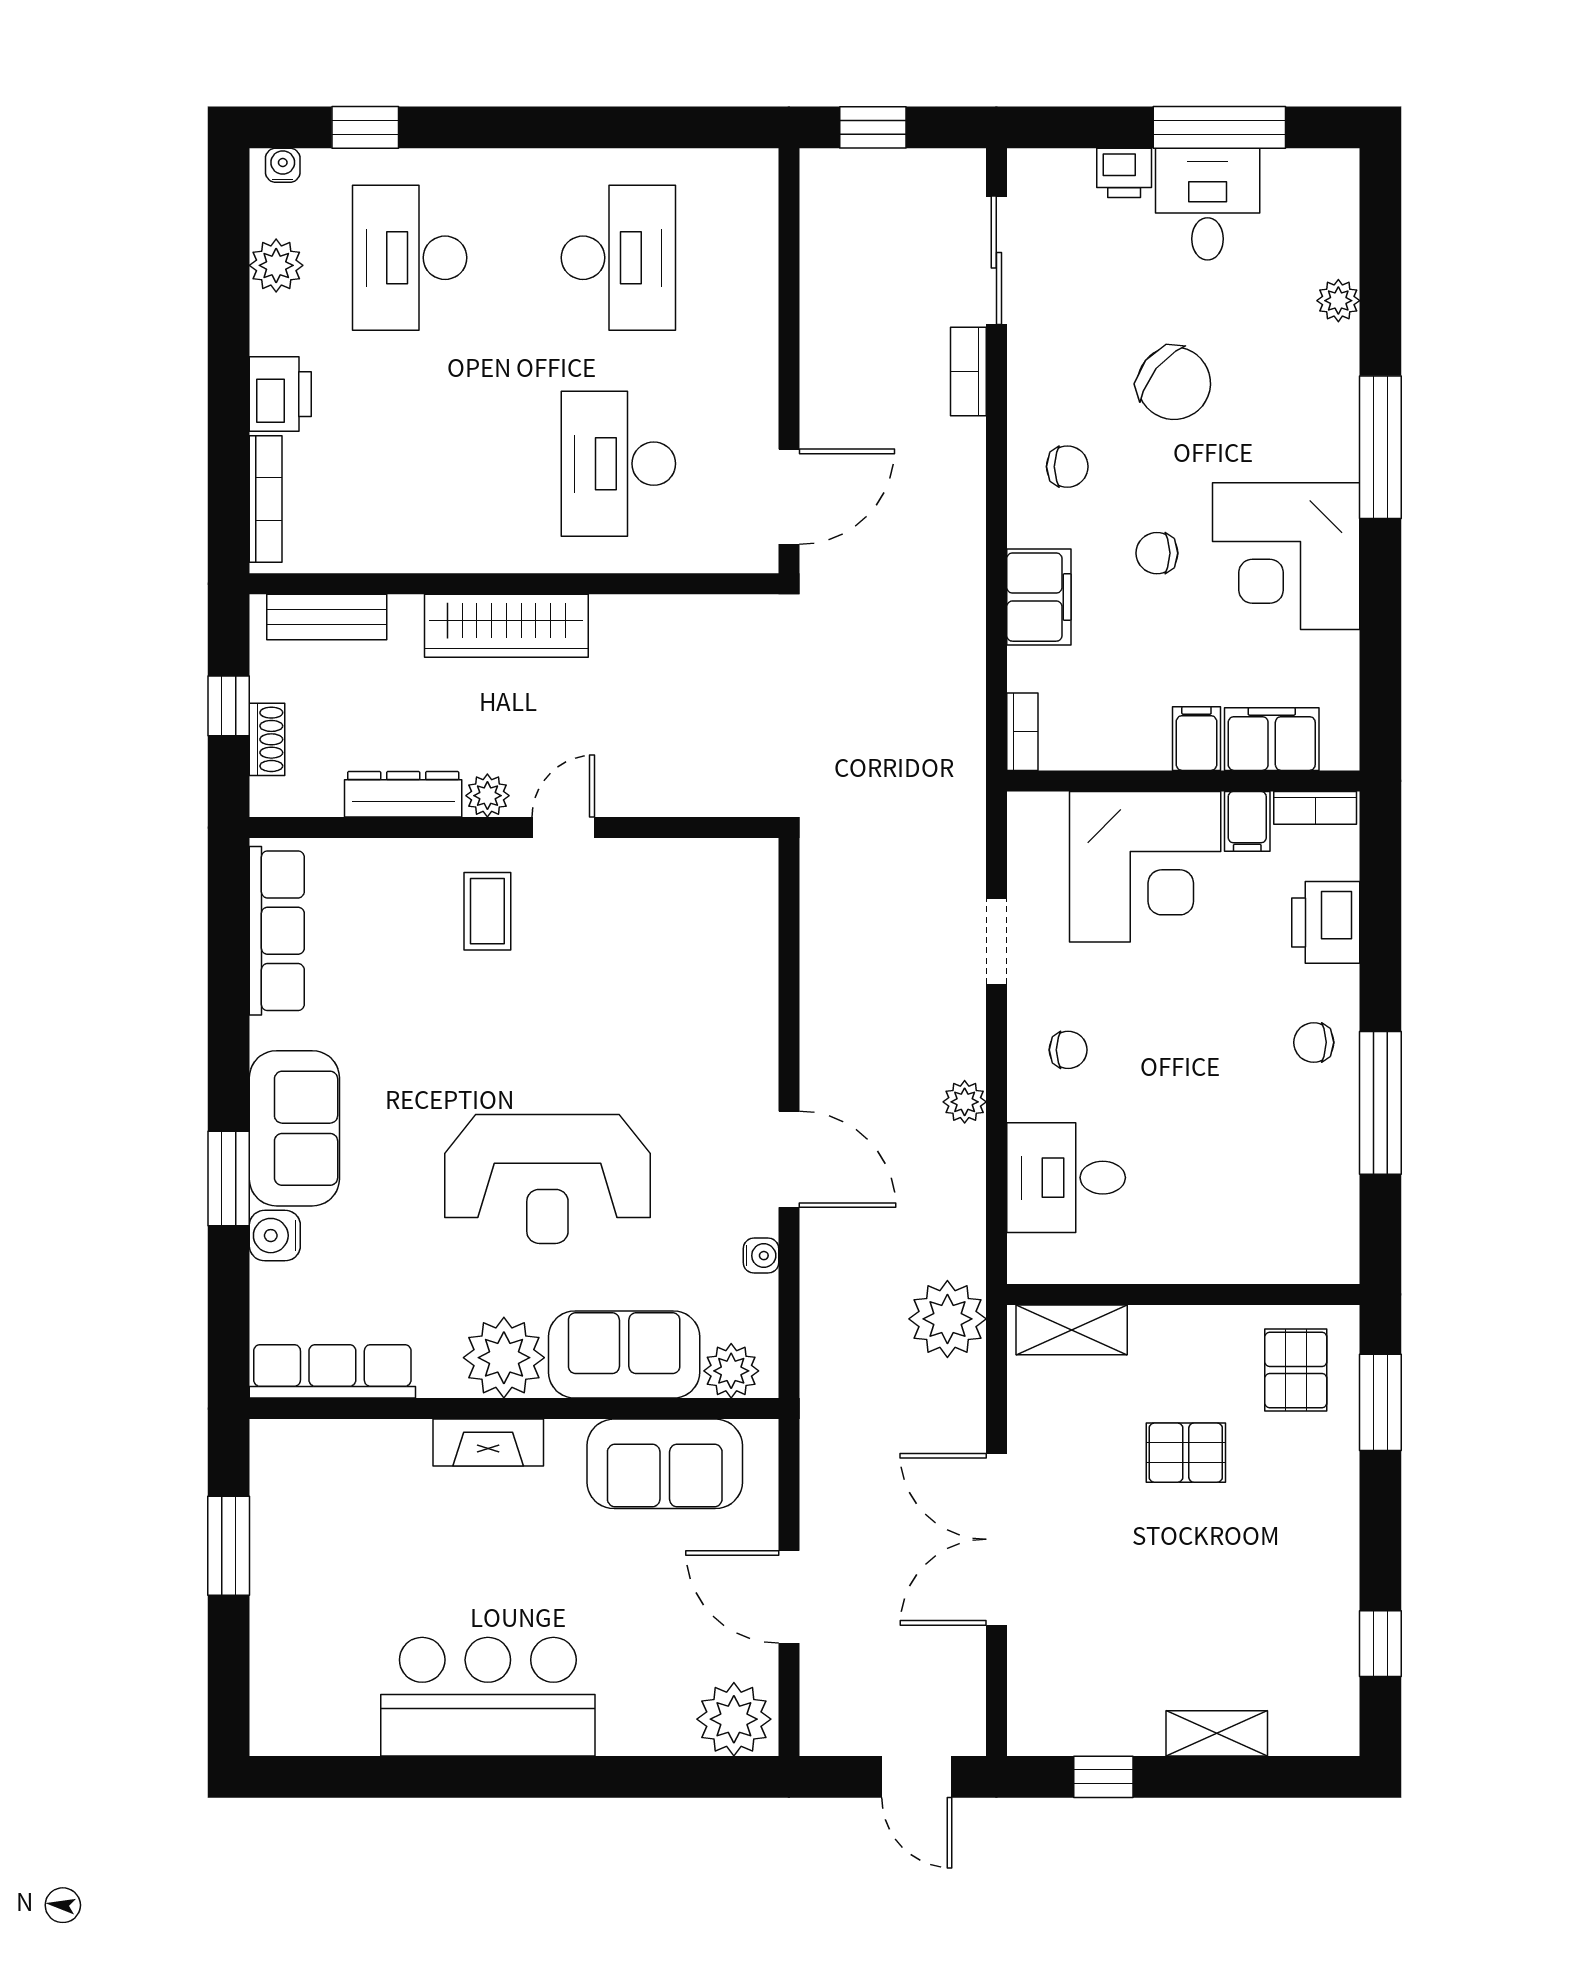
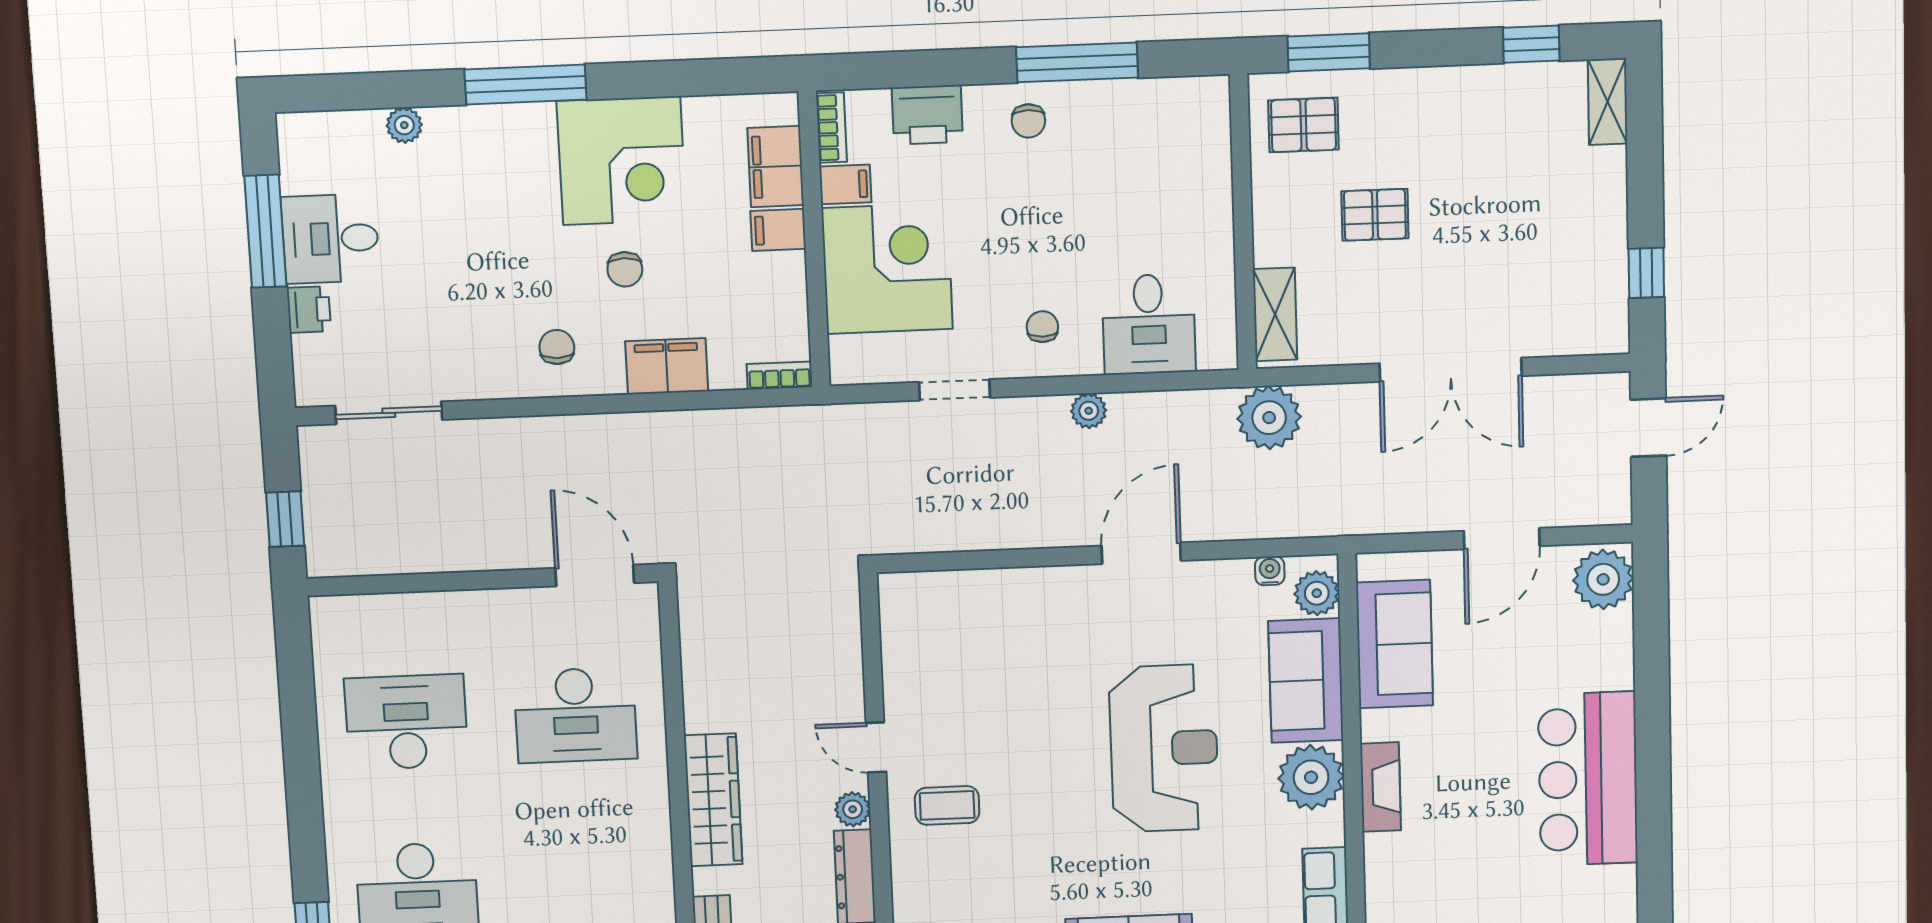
bookcase: (968, 371) -> (483, 432), removed
chair: (1174, 383) -> (482, 261), removed
water cooler: (761, 1256) -> (1270, 571), moved
pallet: (1186, 1453) -> (1375, 215), turned 90
shelving: (1217, 1733) -> (1608, 102), moved

